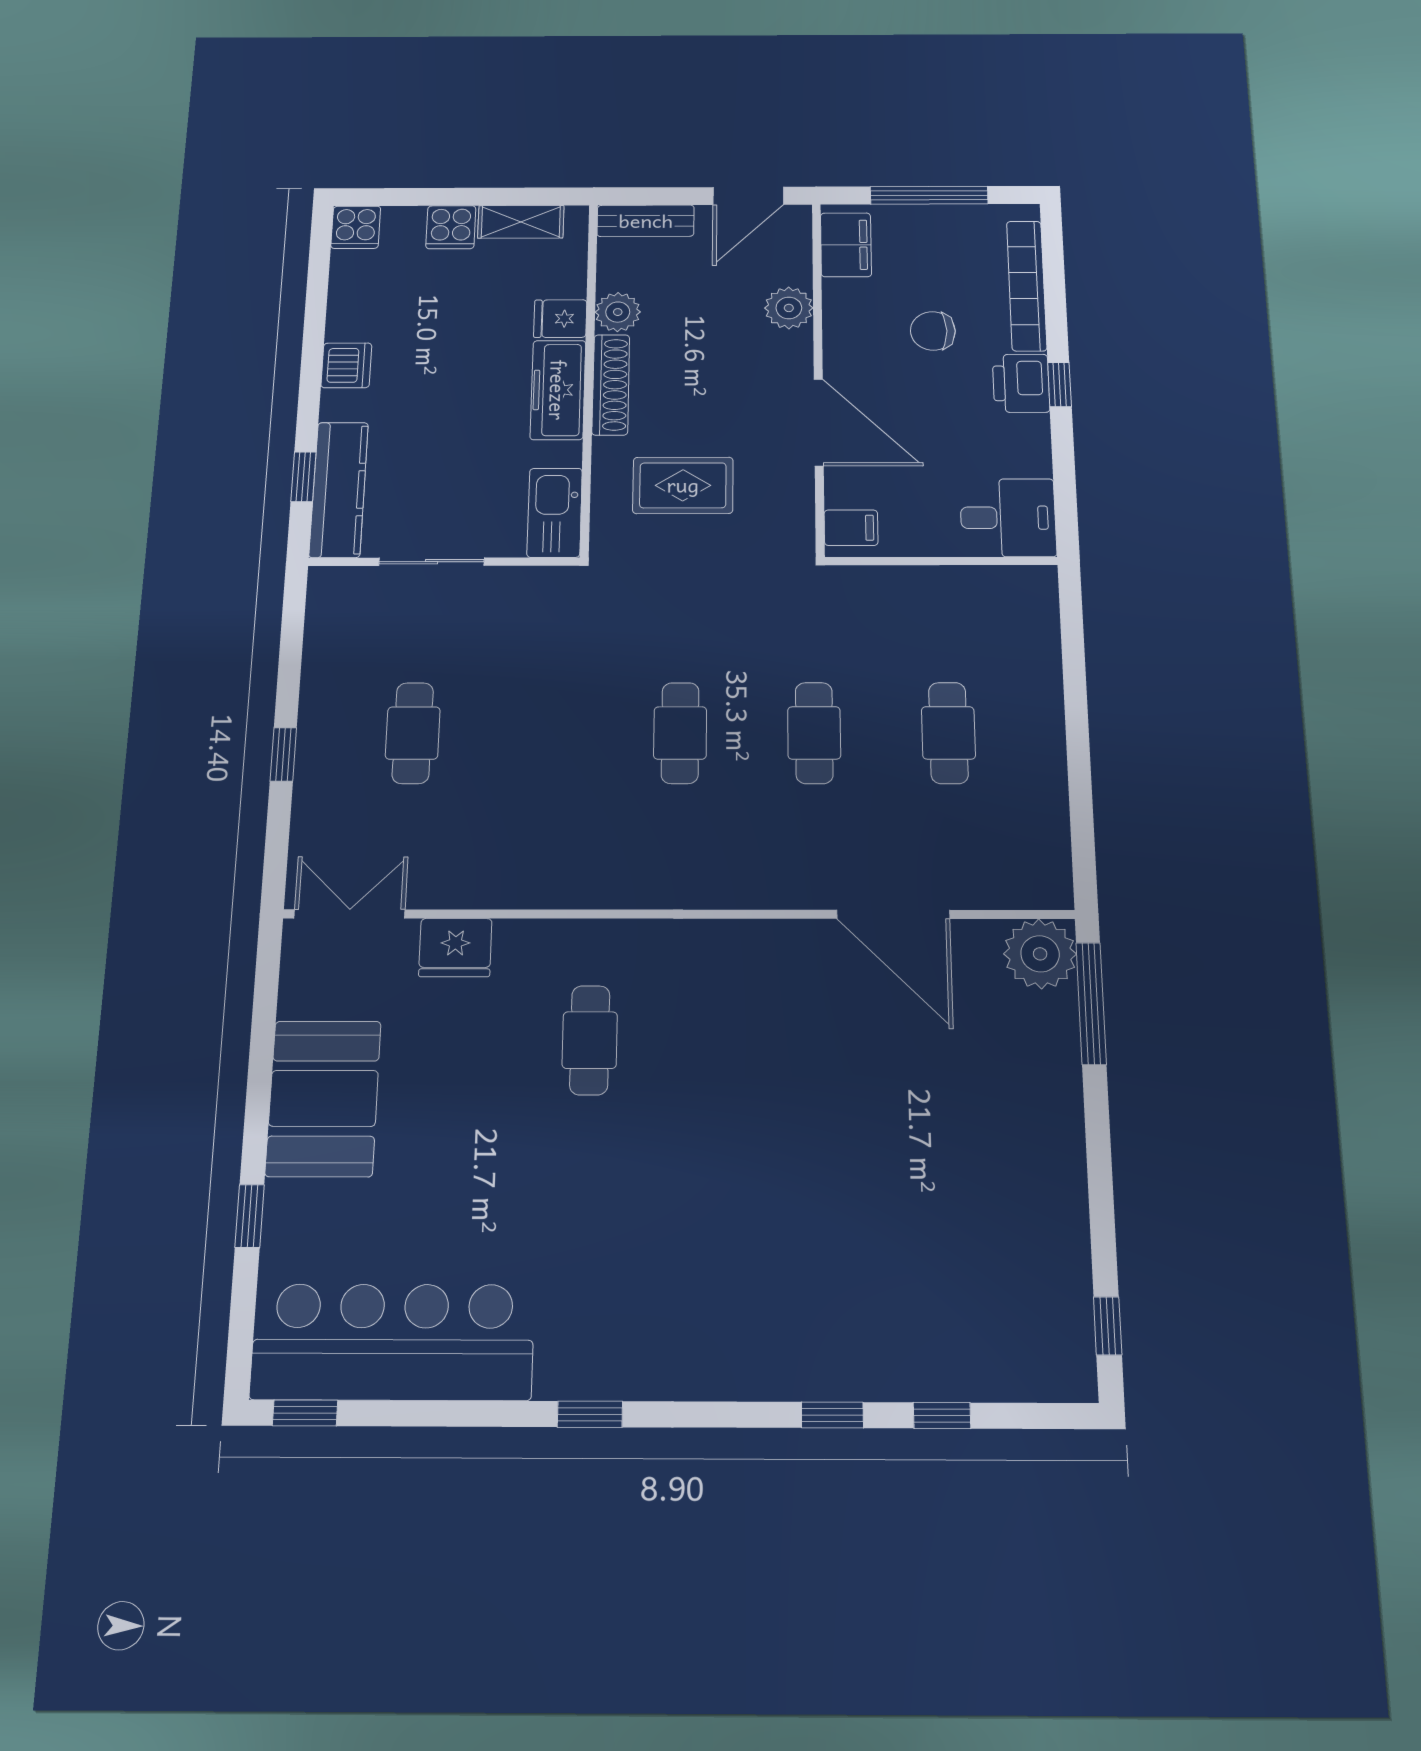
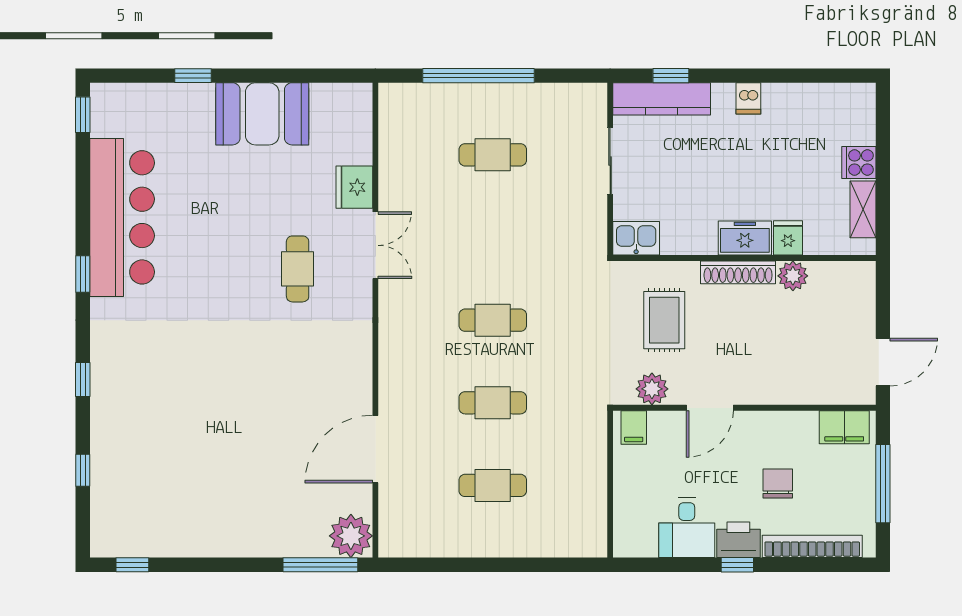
door: (748, 196) -> (883, 362), swing flipped
bench: (646, 221) -> (863, 293), removed
cooker: (356, 227) -> (859, 98), removed
plant: (789, 308) -> (652, 389), moved
dishwasher: (346, 365) -> (748, 98), width x0.73
freezer: (558, 390) -> (745, 238), width x0.71
door: (819, 422) -> (710, 408), width x0.73
kitchen sink: (555, 513) -> (636, 238), width x0.73
desk: (1008, 518) -> (687, 528), moved
window: (283, 754) -> (479, 76), width x3.17
double door: (350, 914) -> (375, 245), moved
cafe table: (590, 1040) -> (298, 269), turned 90
bar counter: (393, 1342) -> (122, 217), moved
window: (832, 1415) -> (83, 380), moved

